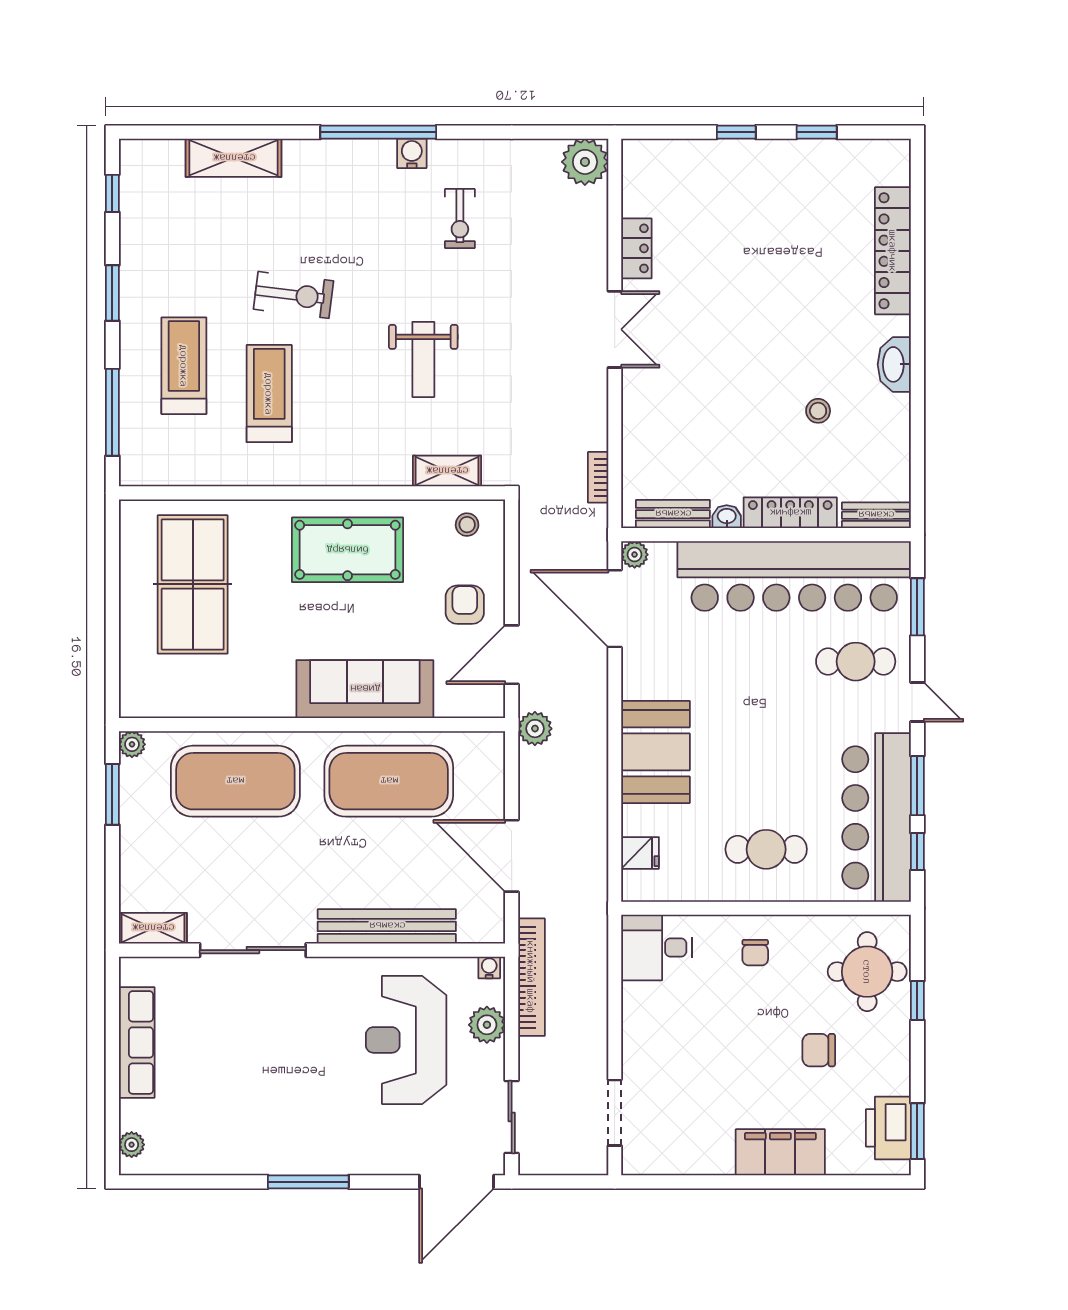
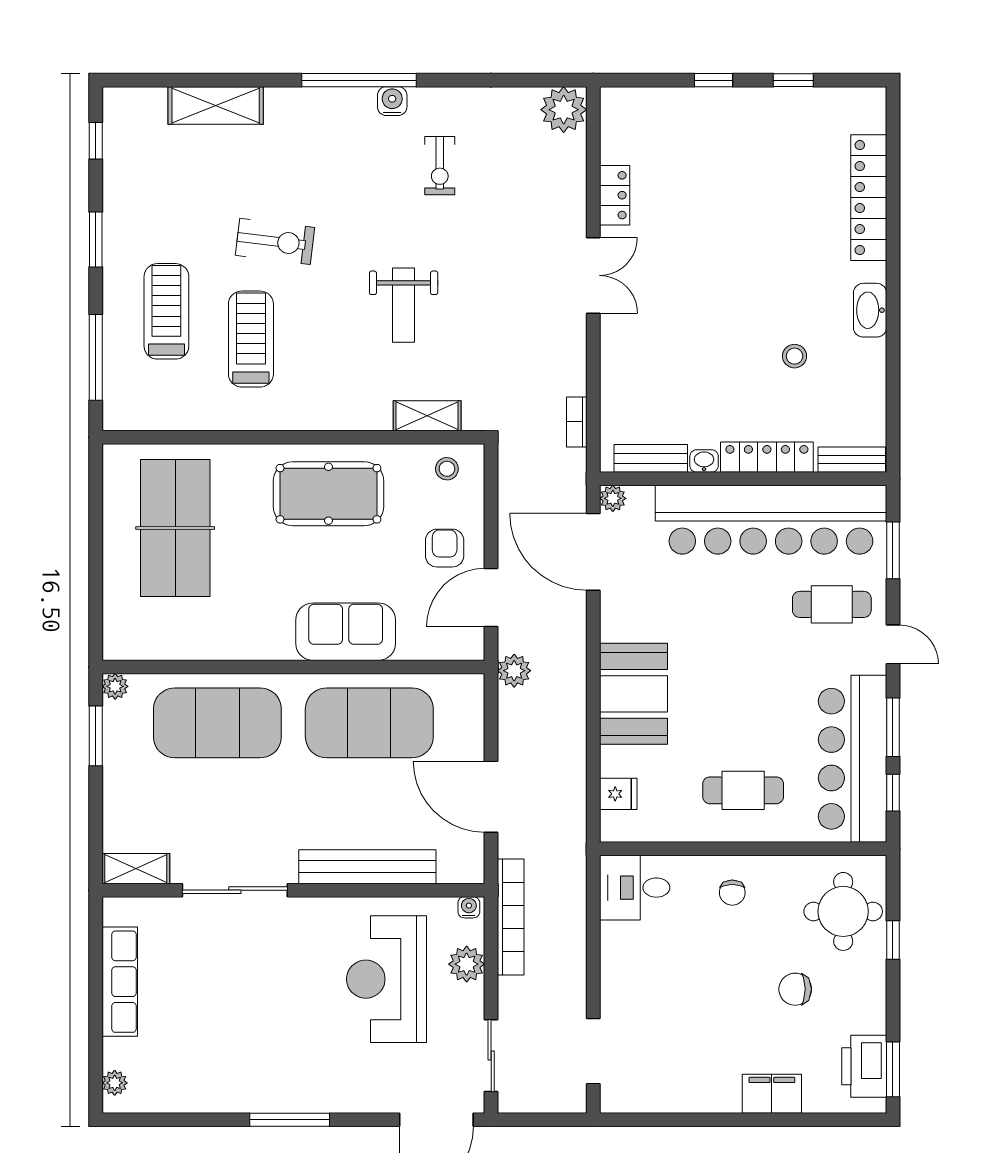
sofa: (365, 689) -> (346, 632), width x0.73
filing cabinet: (780, 1152) -> (772, 1094), width x0.67, depth x0.86

